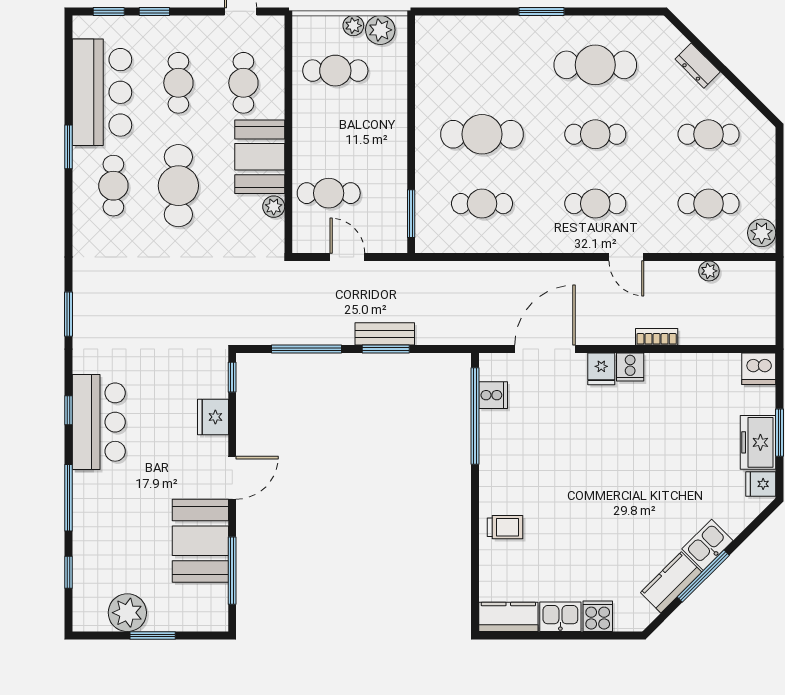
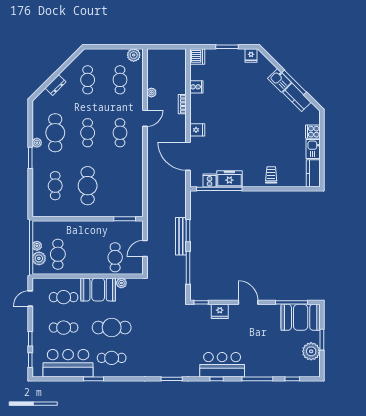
plant: (574, 26) -> (37, 143), added
plant: (380, 30) -> (39, 258), moved
cafe table: (482, 204) -> (55, 186), moved
plant: (709, 271) -> (151, 93), moved
bench: (385, 334) -> (181, 236), width x1.36
cooker: (630, 367) -> (196, 87), moved
freezer: (758, 442) -> (229, 179), moved, turned 180
booth: (200, 541) -> (301, 317), moved

